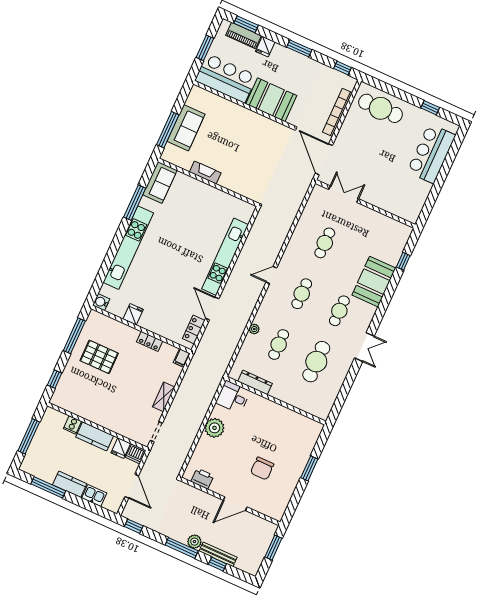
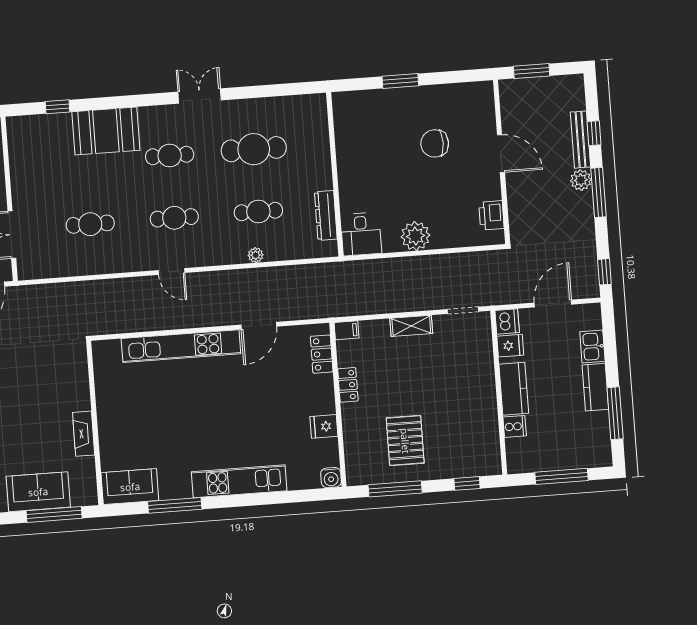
kitchen unit: (128, 248) -> (239, 481), width x0.73
locker: (194, 330) -> (322, 354), moved, turned 90
chair: (262, 468) -> (435, 143), turned 180

